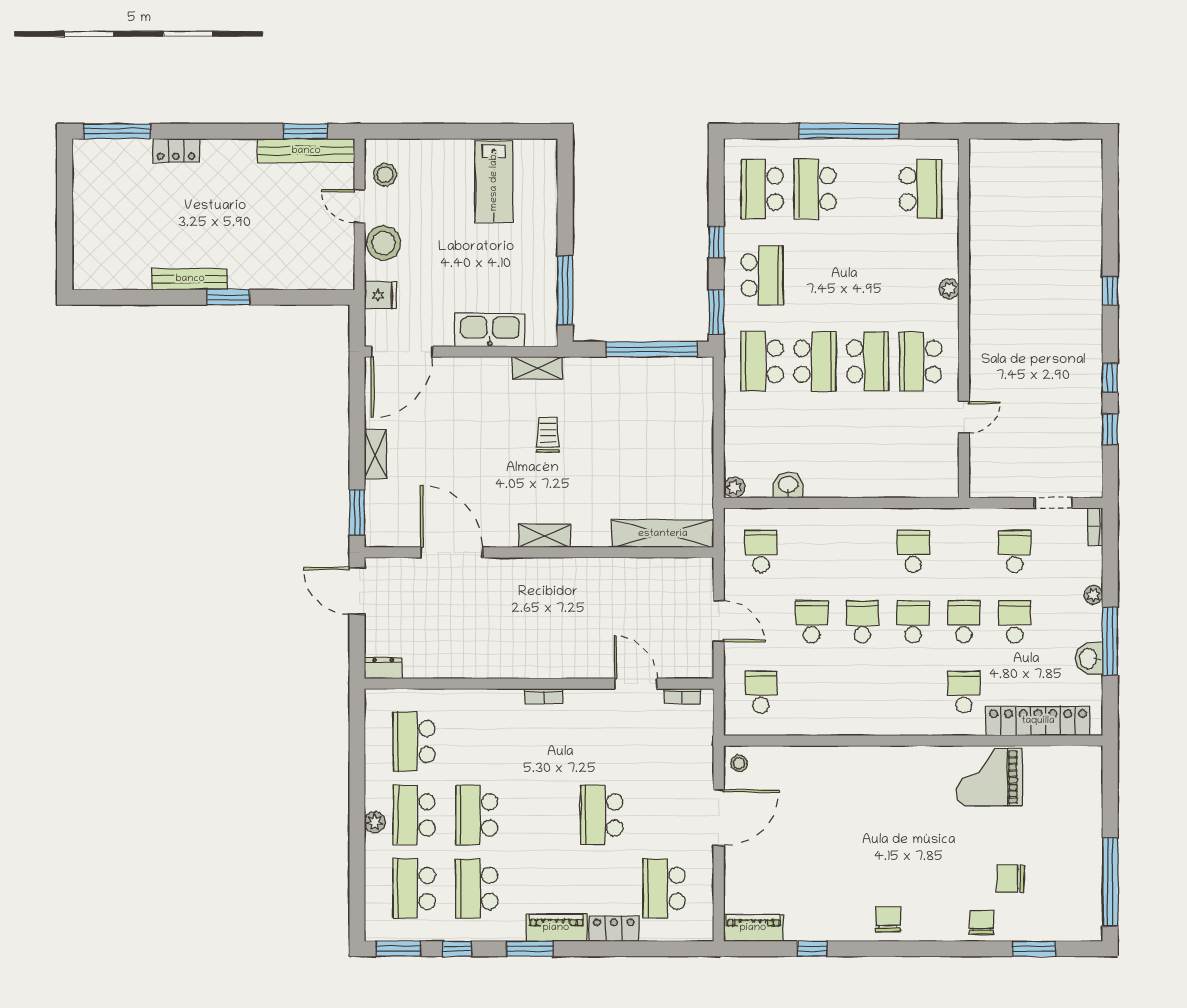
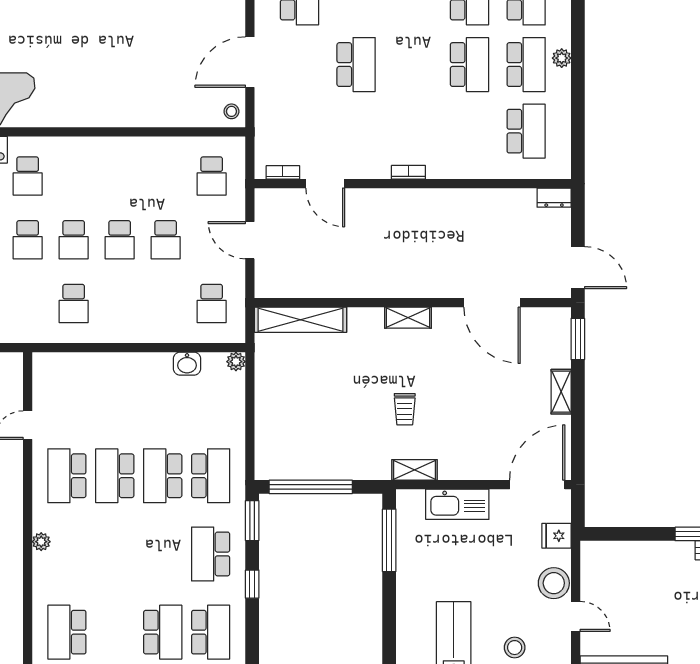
stool: (385, 175) -> (515, 648), moved
school desk: (921, 361) -> (67, 476), turned 180

